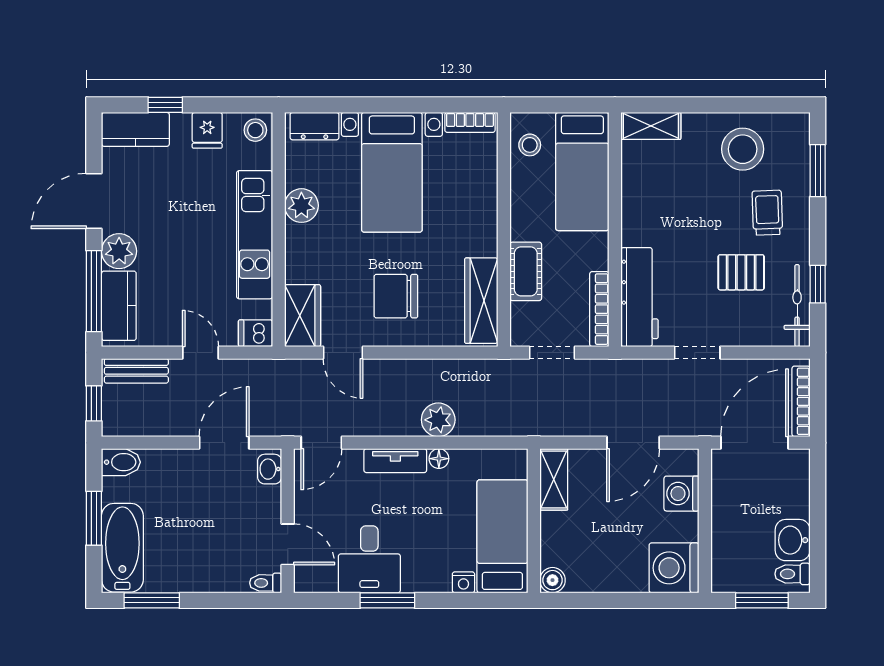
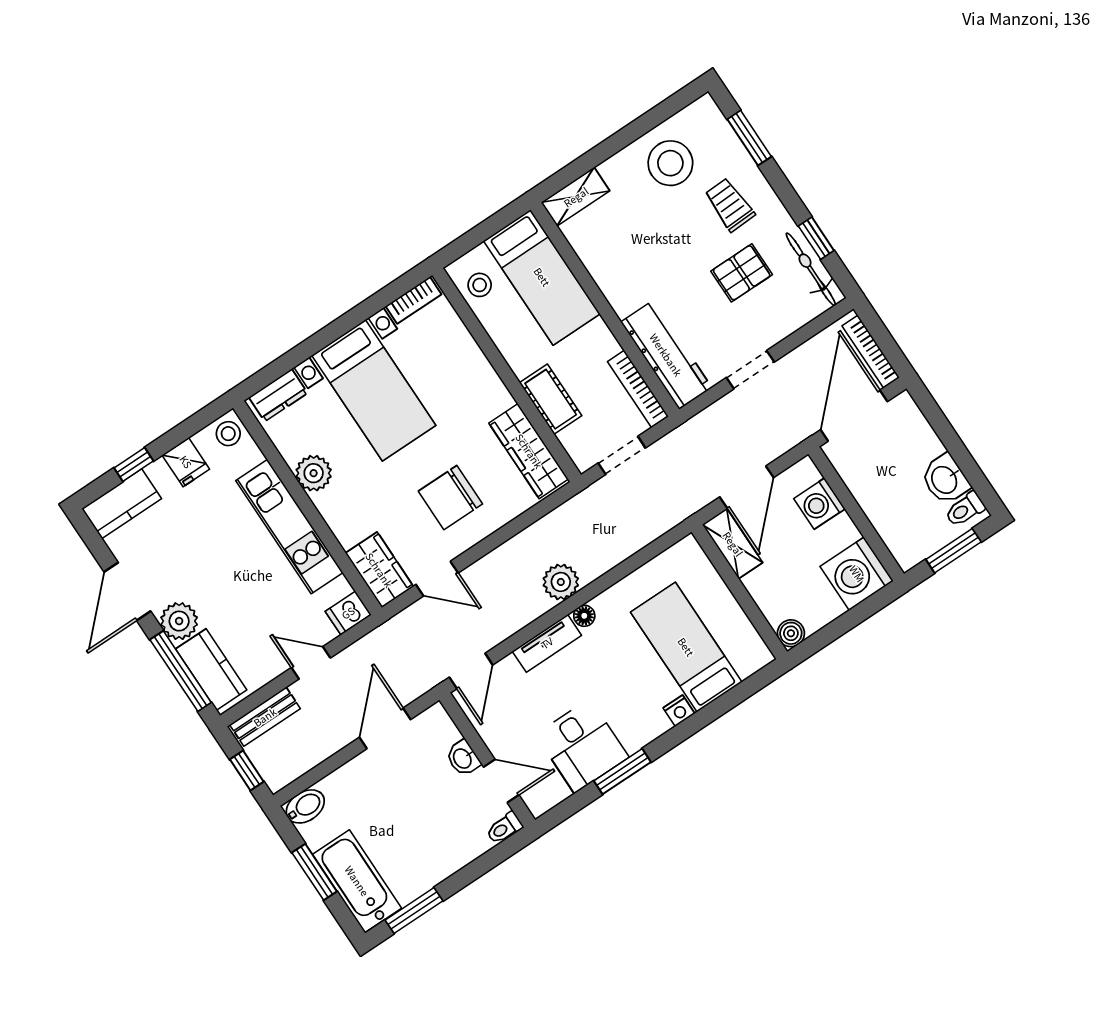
washbasin: (270, 469) -> (463, 758), moved
shelving: (554, 479) -> (733, 544), moved
wall: (534, 521) -> (739, 592), moved
boiler: (552, 580) -> (791, 633), moved

